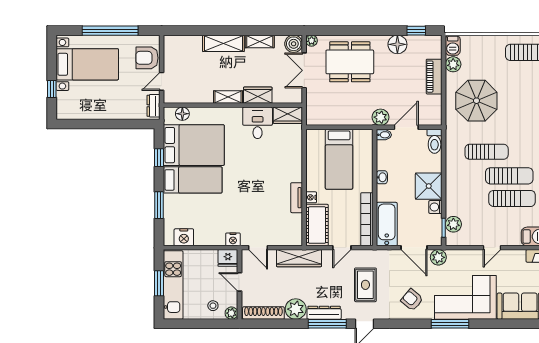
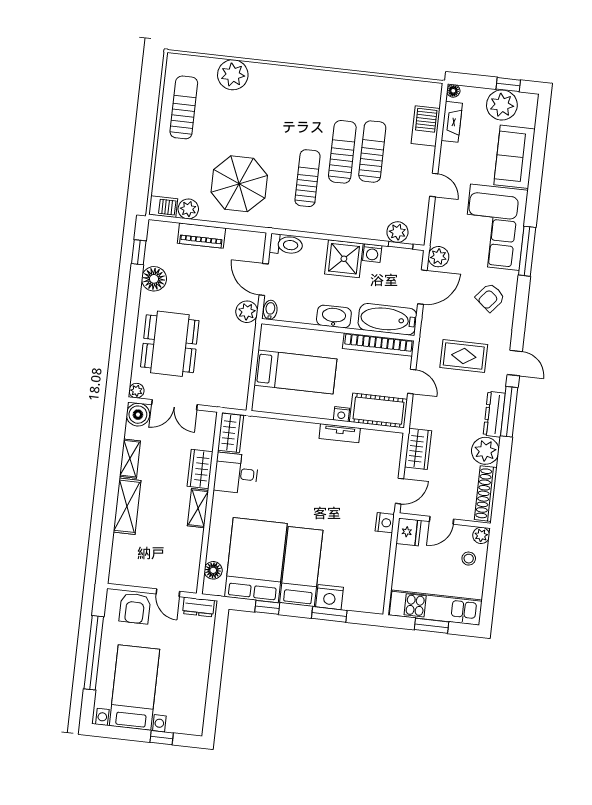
washbasin: (382, 177) -> (334, 317), width x1.91, depth x1.45
nightstand: (184, 237) -> (330, 597), moved, turned 90
wardrobe: (299, 258) -> (418, 449), width x0.67

